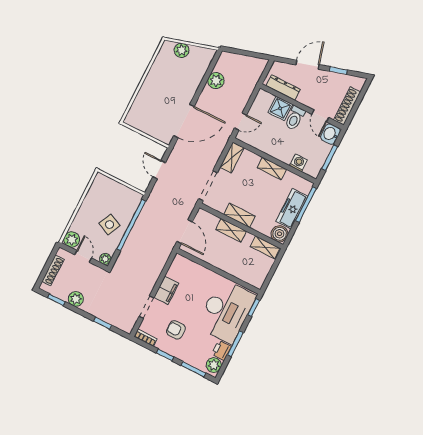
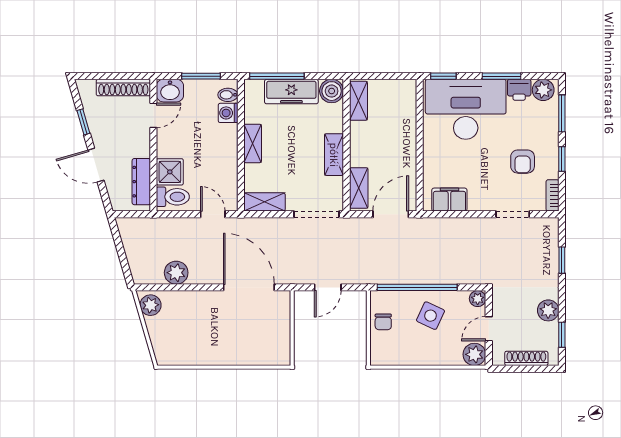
plant: (182, 50) -> (151, 305), moved
toilet: (295, 118) -> (173, 197), moved
bidet: (310, 168) -> (228, 95), added
chair: (120, 193) -> (383, 322), added
shelving: (231, 230) -> (359, 188), moved
filing cabinet: (166, 290) -> (449, 200), moved

